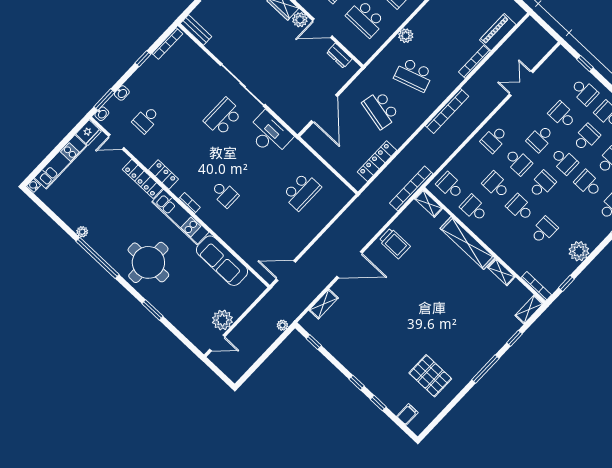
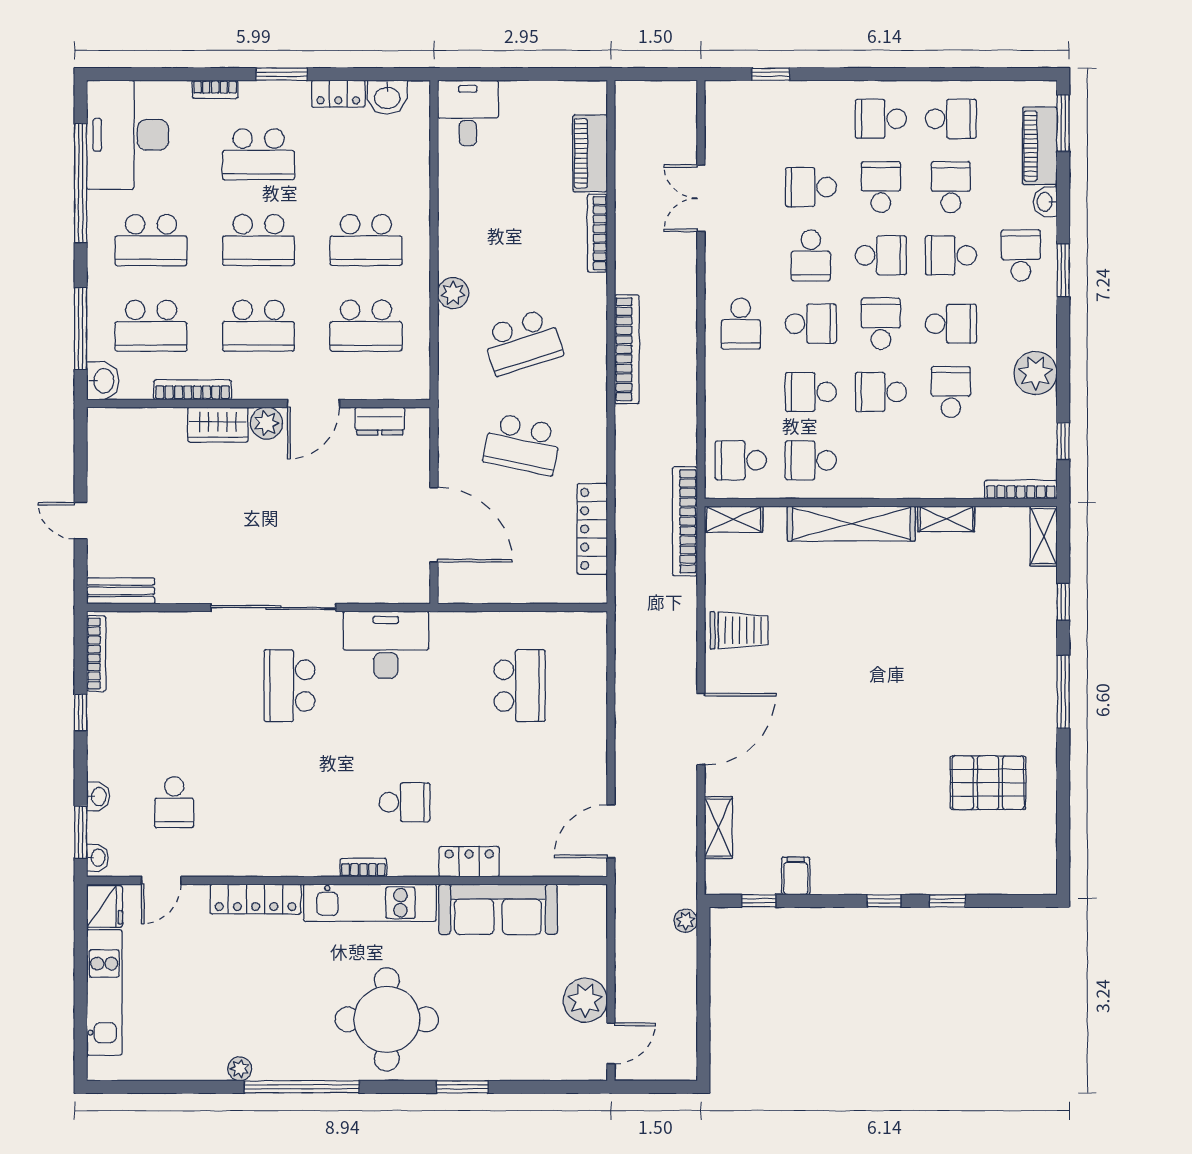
school desk: (584, 92) -> (951, 324), moved
locker: (163, 174) -> (469, 862), moved
water cooler: (34, 185) -> (97, 1068), removed
filing cabinet: (407, 414) -> (796, 876), moved

